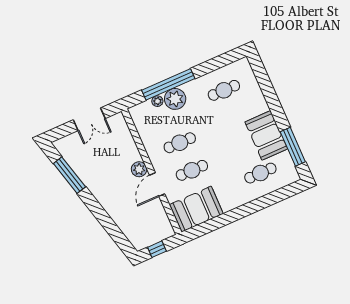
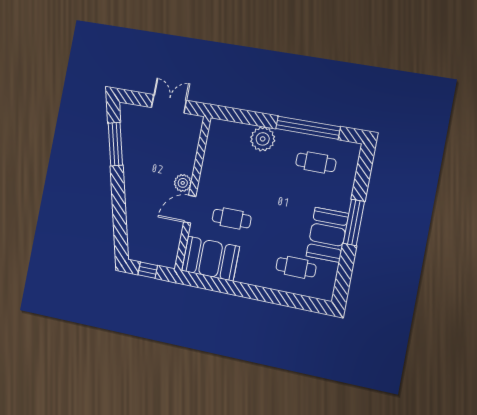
window: (168, 84) -> (308, 128), moved
plant: (157, 101) -> (244, 130), removed
double door: (89, 119) -> (169, 104), swing flipped
cafe table: (180, 143) -> (238, 184), removed
window: (293, 147) -> (354, 222), moved

